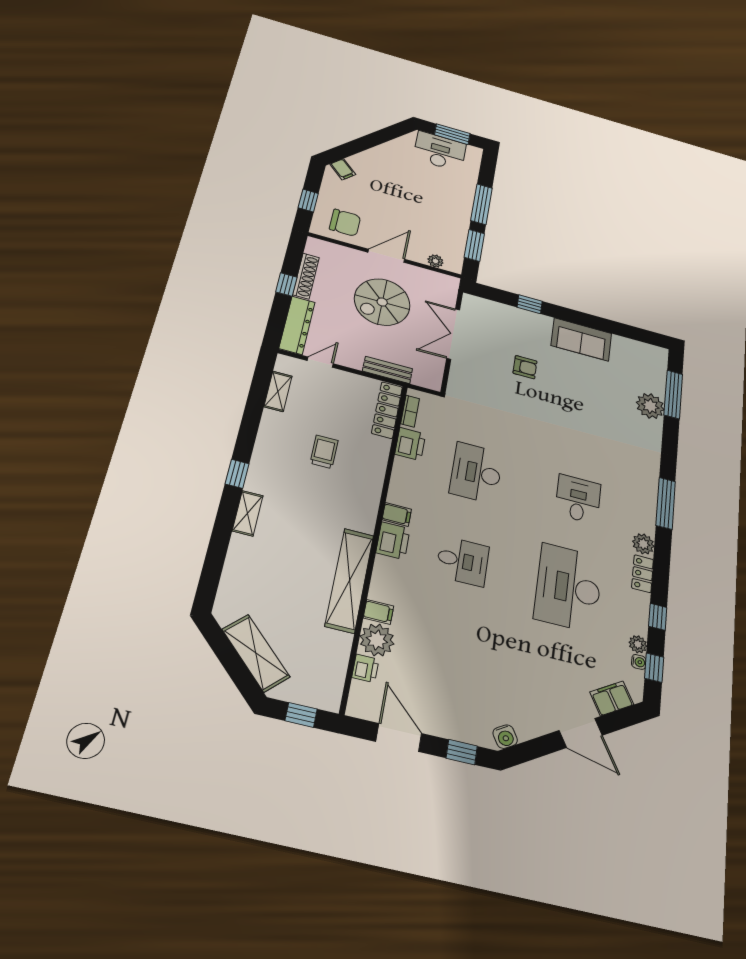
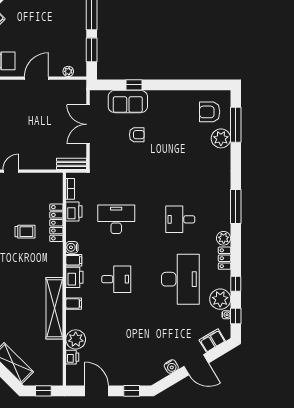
spiral stairs: (382, 302) -> (40, 115), removed
sofa: (581, 339) -> (128, 102), moved
armchair: (636, 368) -> (210, 112), added
bench: (388, 370) -> (72, 164), moved
locker: (387, 410) -> (56, 223), moved
trolley: (324, 452) -> (25, 232), turned 90
desk: (476, 473) -> (116, 219), turned 90
water cooler: (397, 495) -> (72, 247), added
desk: (578, 499) -> (180, 219), turned -90
desk: (568, 588) -> (180, 279), turned 180
filing cabinet: (378, 612) -> (74, 304), moved
plant: (638, 644) -> (220, 299), width x1.88, depth x1.88
water cooler: (505, 737) -> (171, 367), moved

